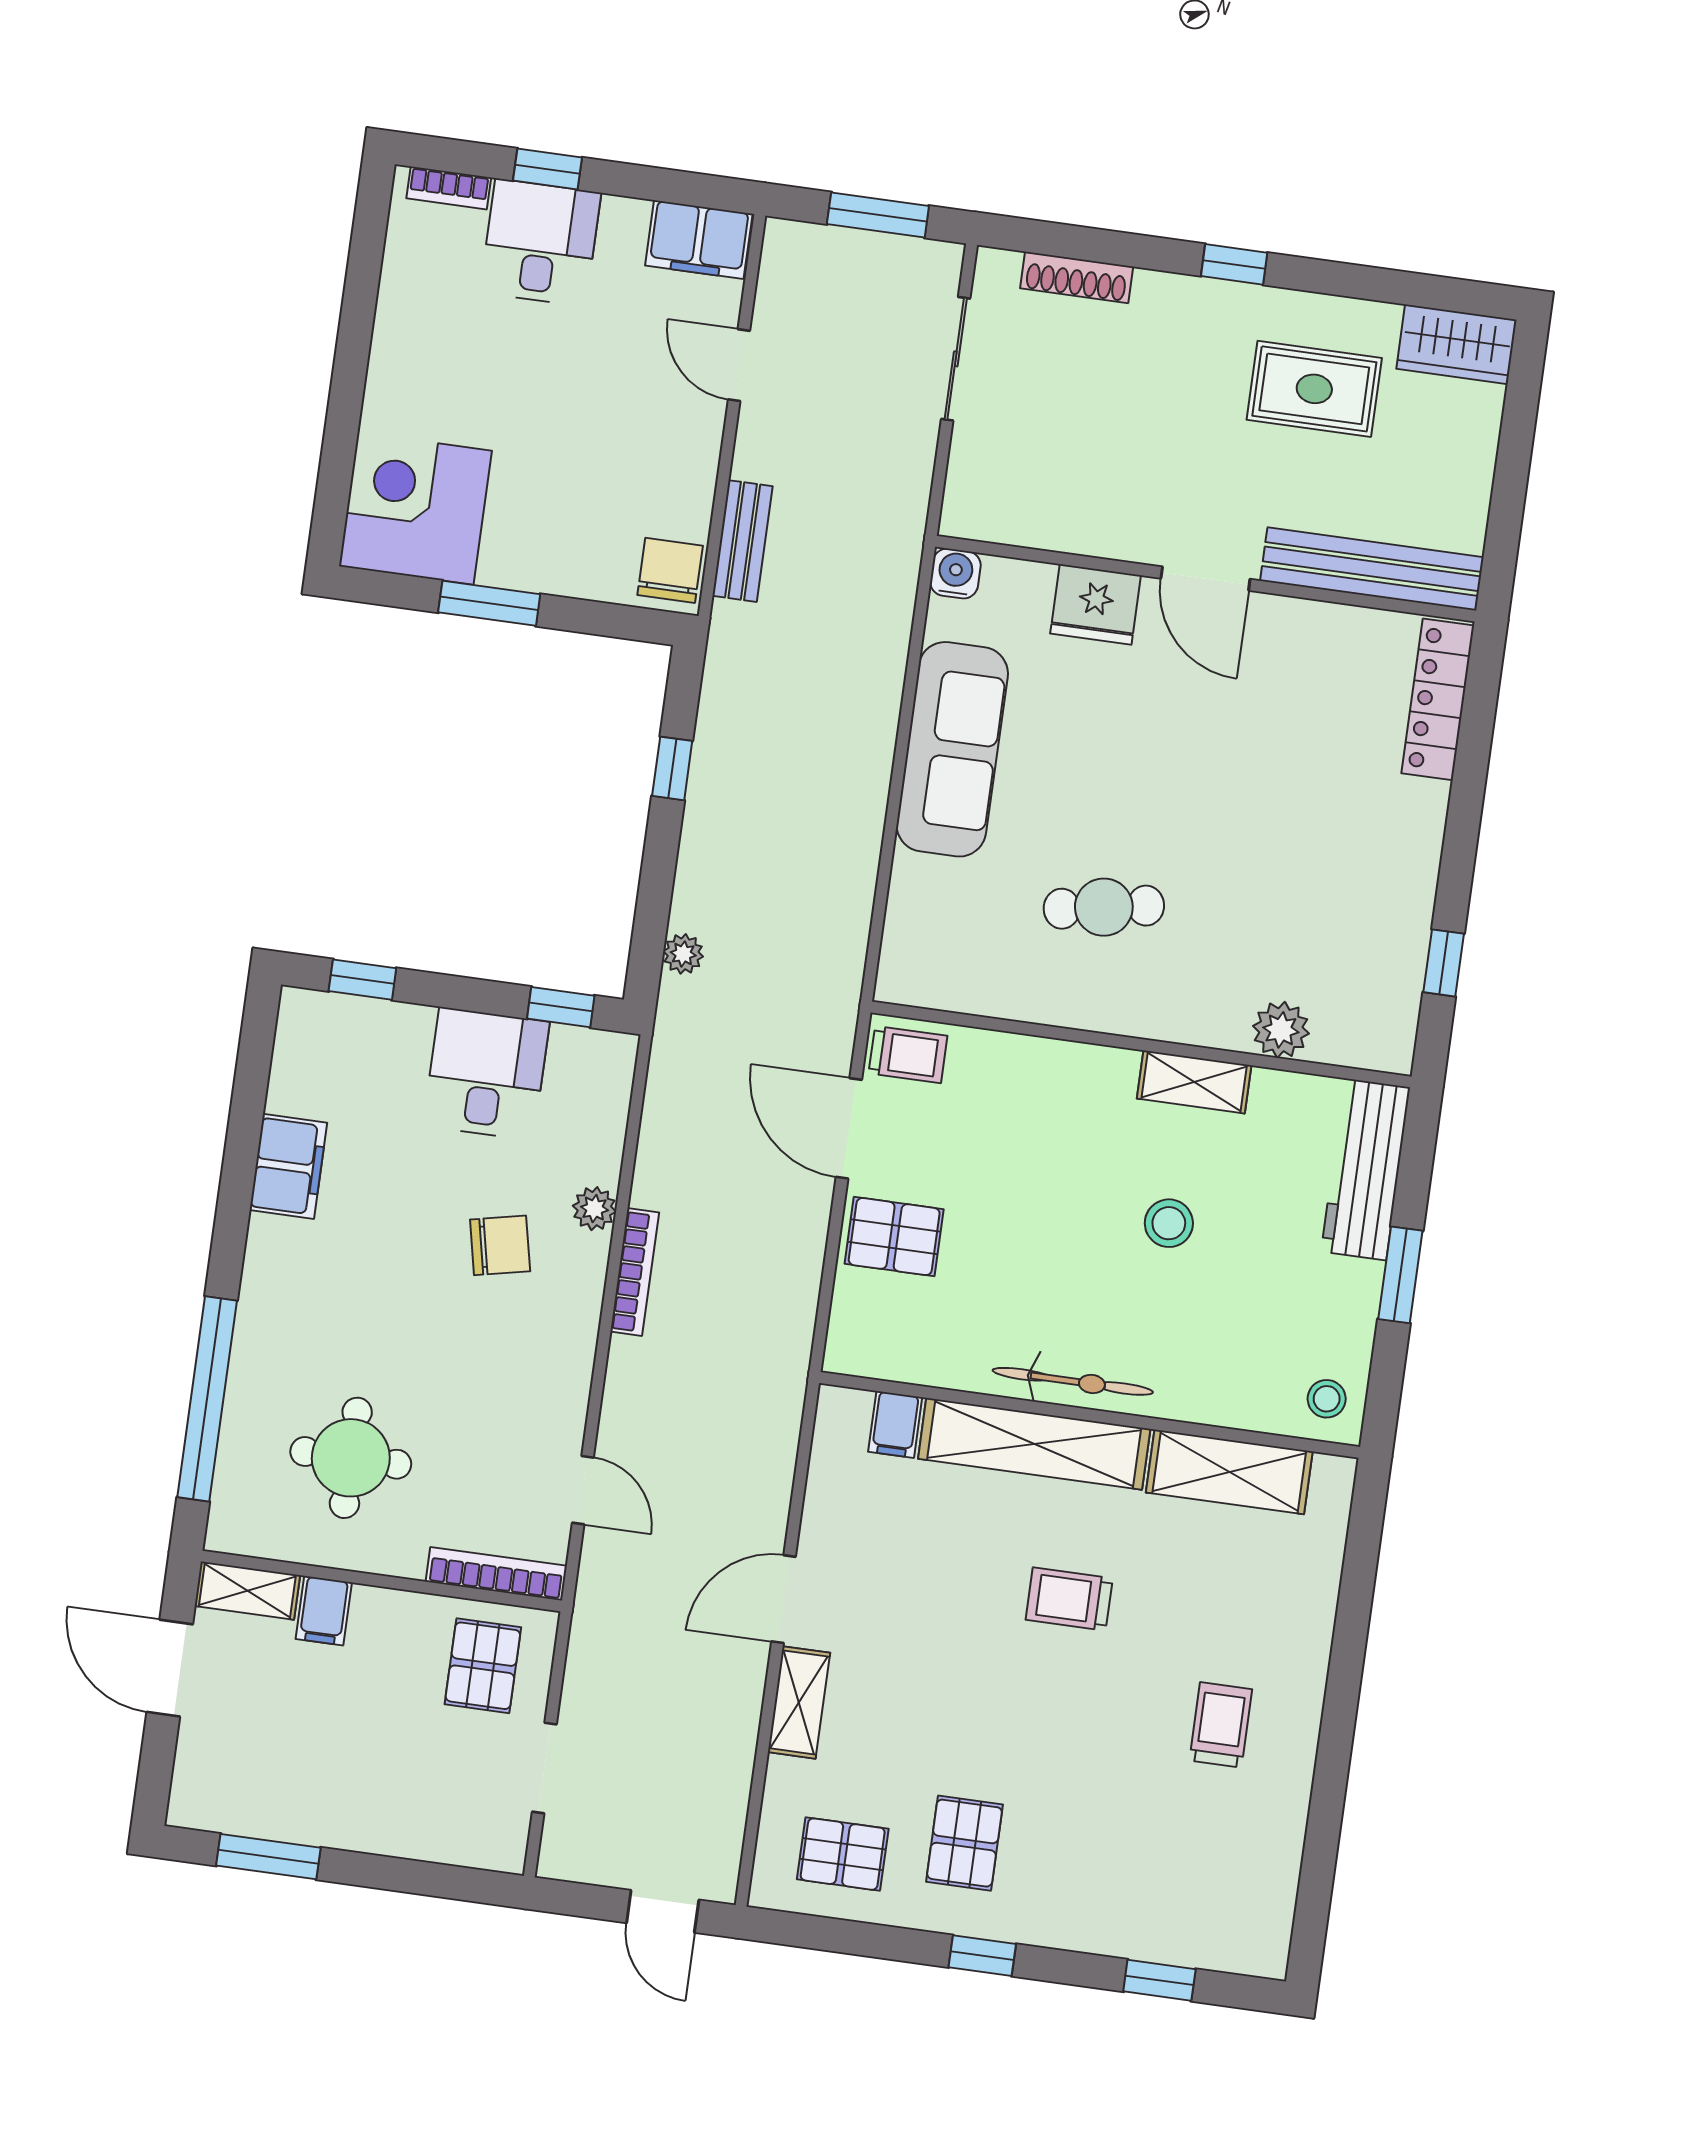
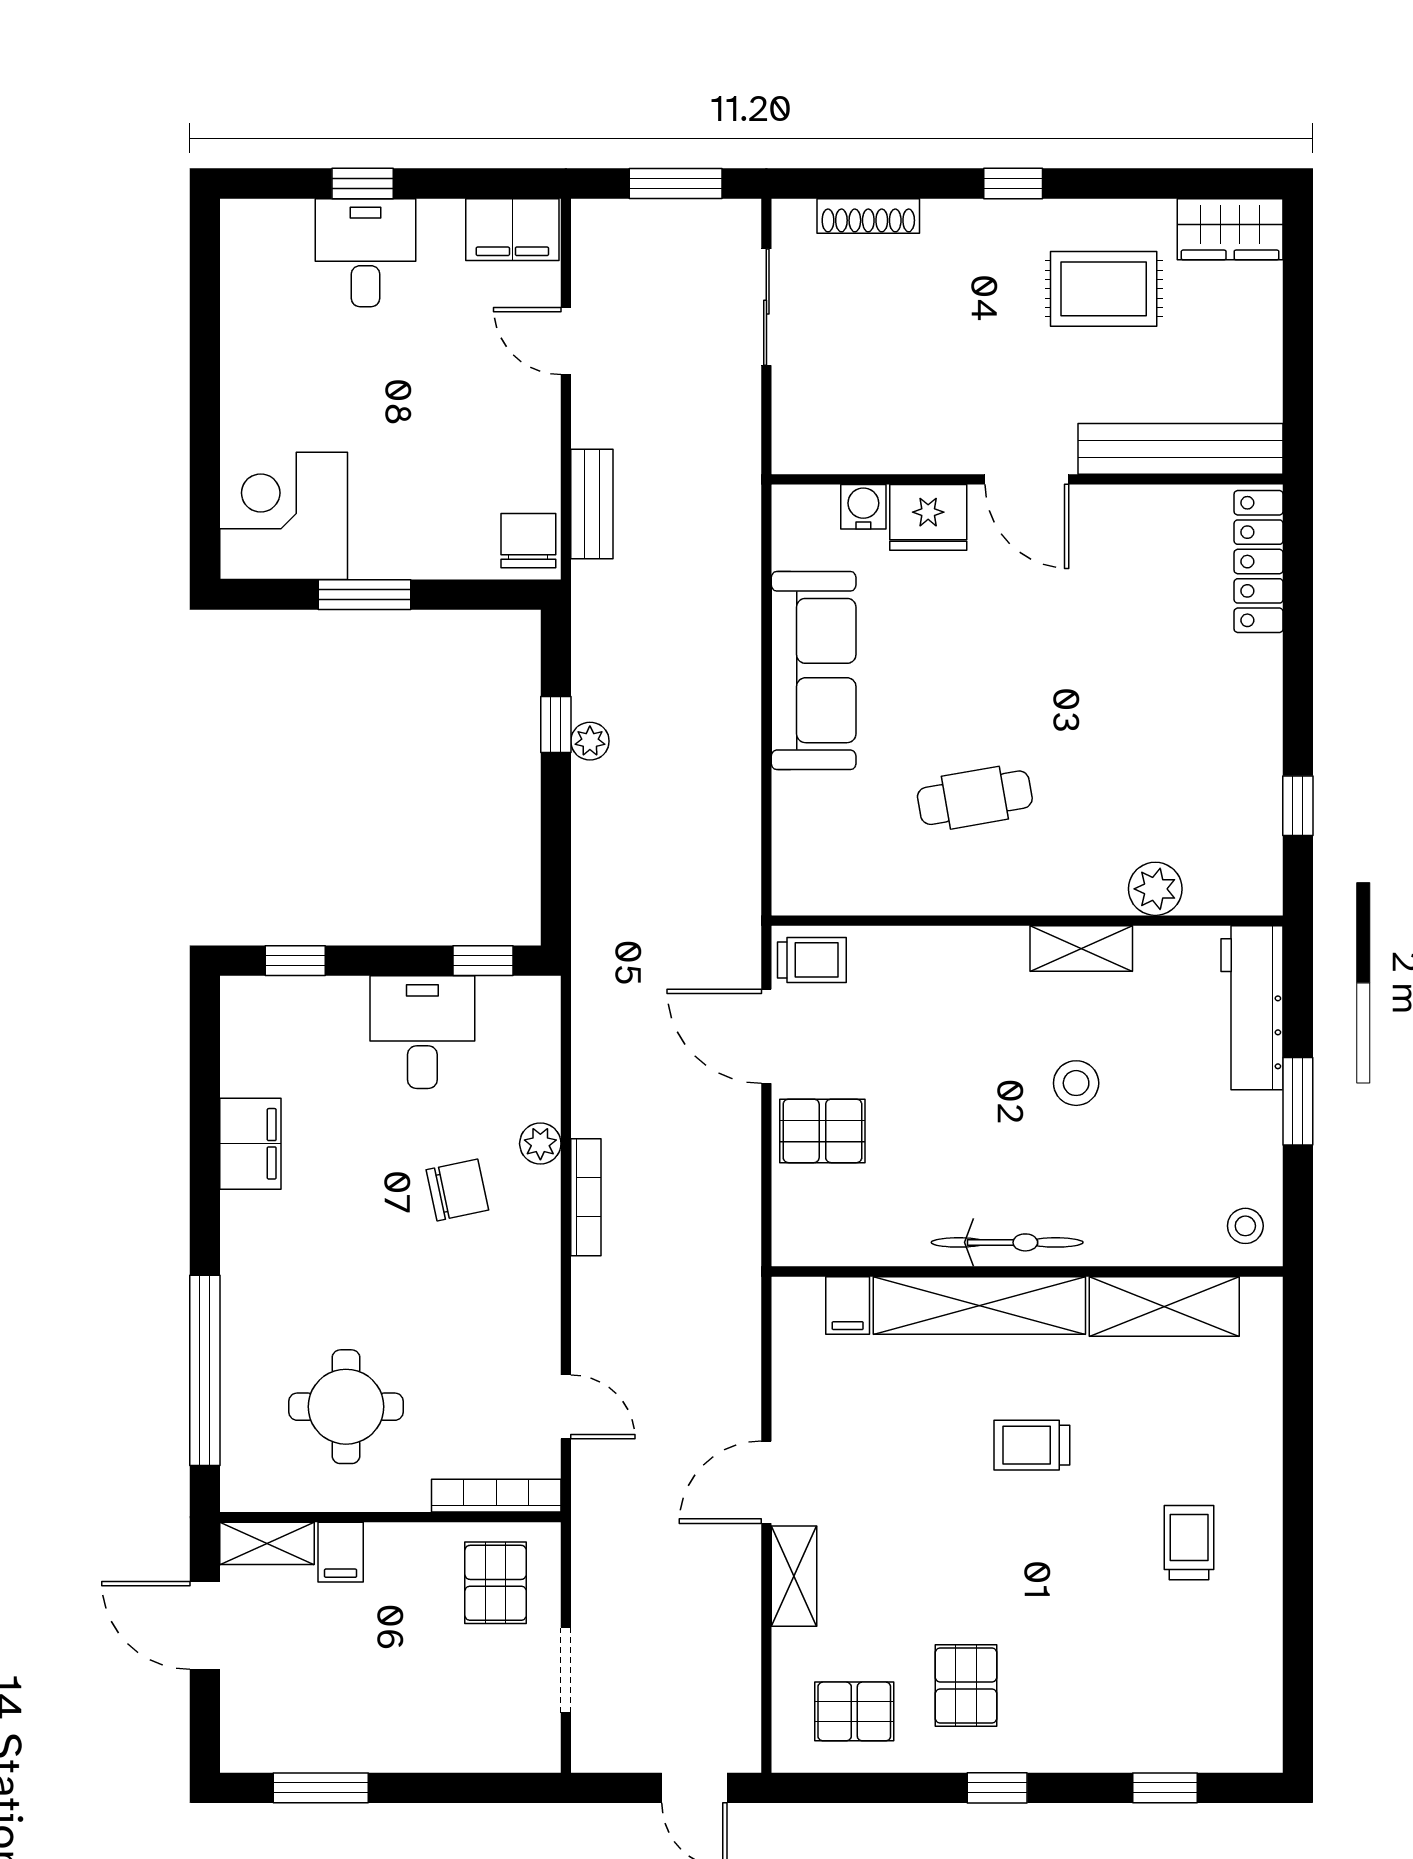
bookcase: (449, 188) -> (273, 214), removed
water cooler: (955, 573) -> (863, 507), moved
plant: (683, 954) -> (590, 741), moved

